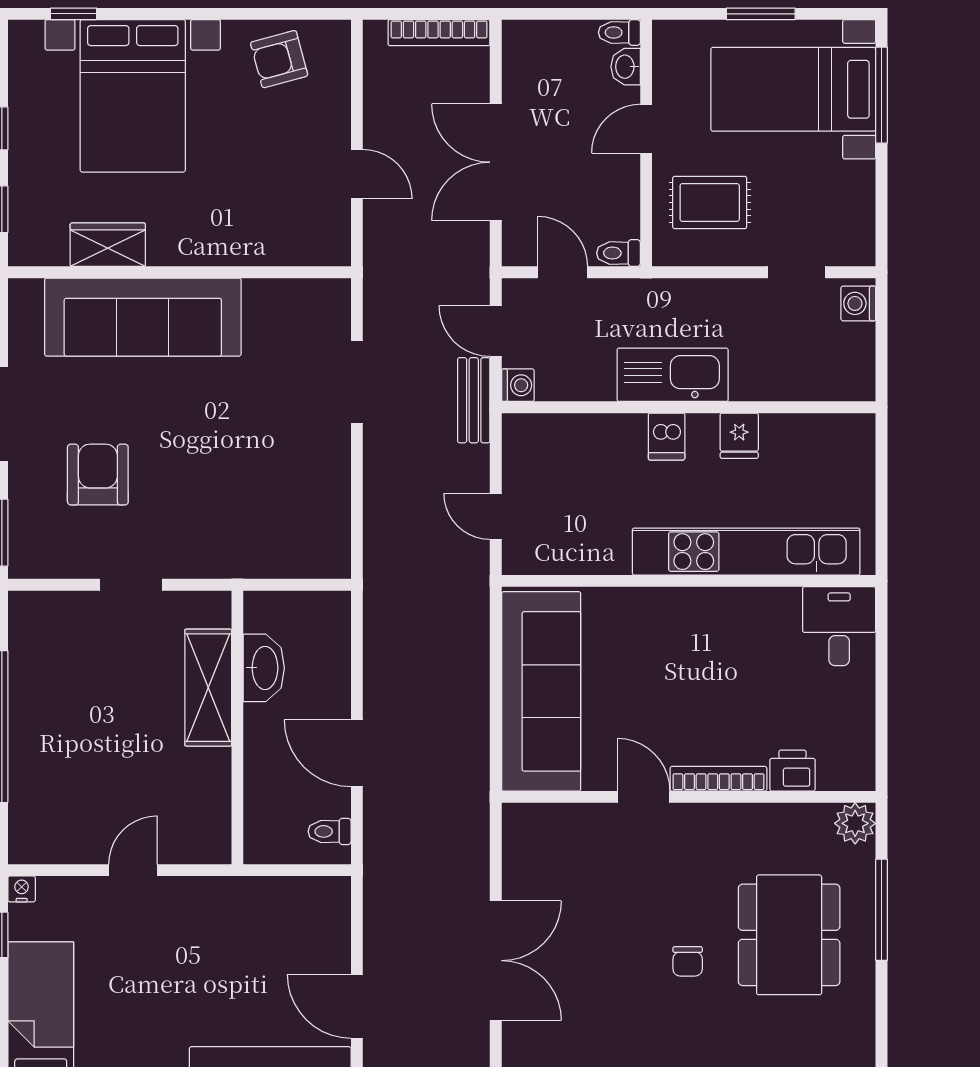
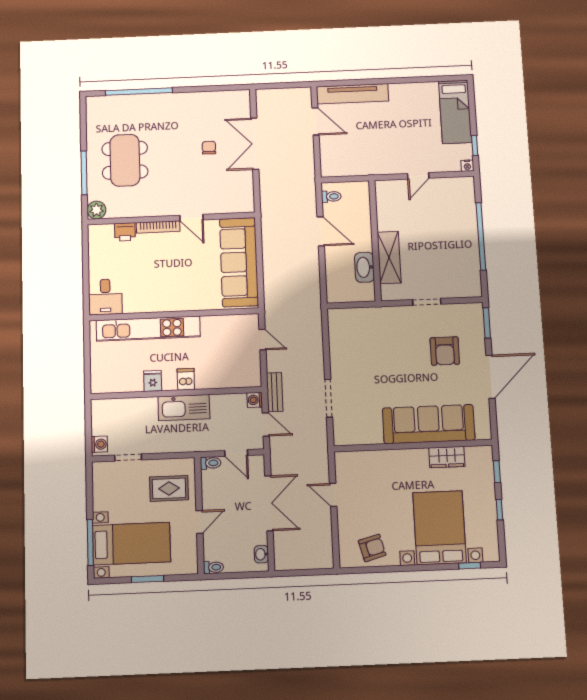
bookcase: (439, 33) -> (298, 564), removed
washbasin: (626, 67) -> (261, 554), moved, turned 180
chair: (688, 961) -> (209, 148), moved

